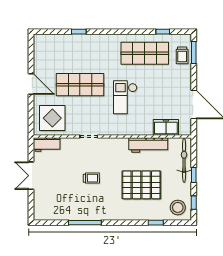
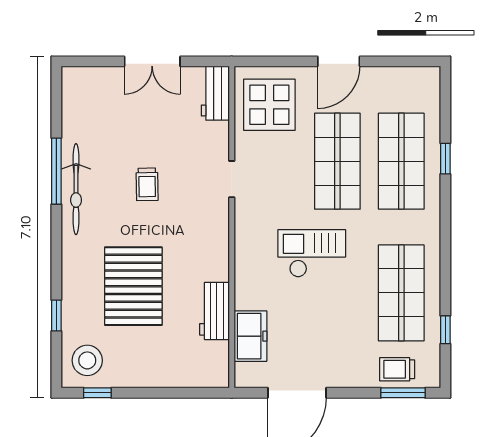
shop shelf: (80, 53) -> (401, 161), added
workbench: (148, 145) -> (214, 311), width x0.73
bicycle: (184, 160) -> (76, 189), moved, turned 90
window: (194, 175) -> (154, 393), removed
double door: (31, 176) -> (152, 61), swing flipped

